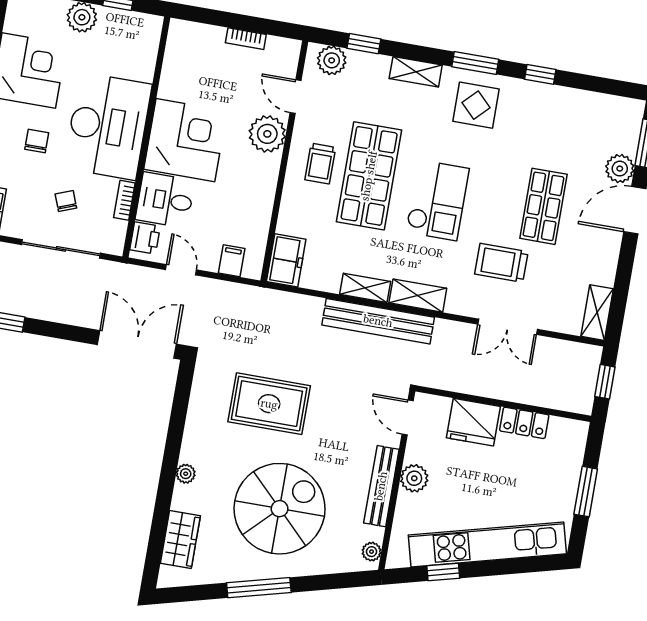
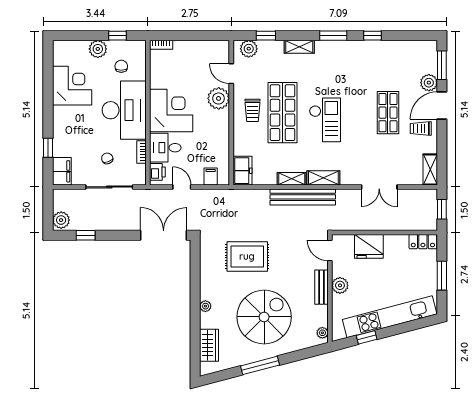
bookcase: (246, 39) -> (161, 45), moved
display table: (476, 105) -> (338, 60), removed
chair: (37, 141) -> (121, 66), moved
trolley: (501, 263) -> (421, 129), moved, width x0.73, depth x0.72
locker: (524, 423) -> (423, 242), moved
bench: (381, 486) -> (322, 287), width x0.73

